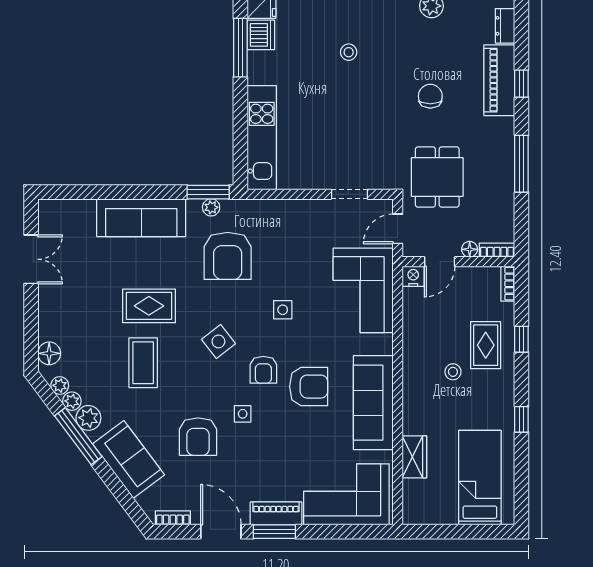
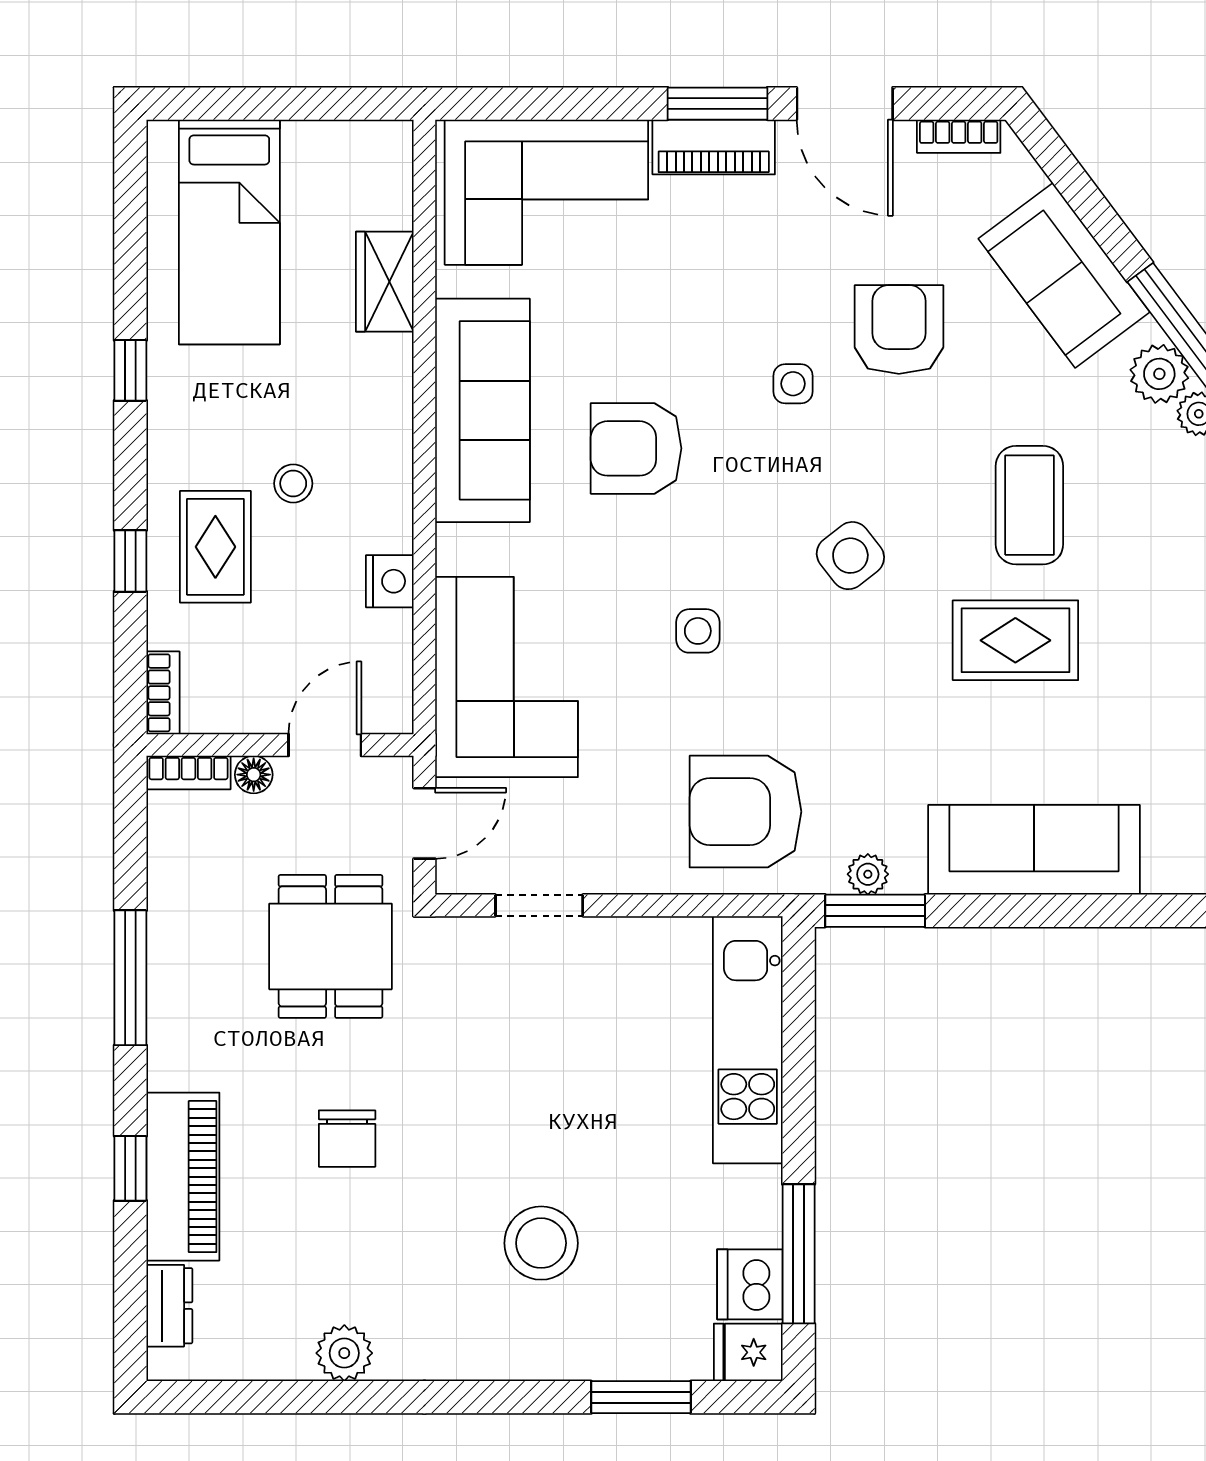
stool: (349, 52) -> (541, 1243), width x1.89, depth x1.89
armchair: (228, 256) -> (745, 812), moved, turned -90
nightstand: (413, 276) -> (390, 581), moved, turned -90
armchair: (263, 370) -> (744, 488), removed

